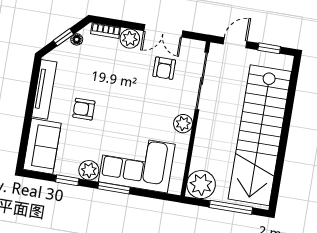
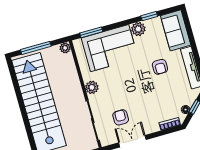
plant: (130, 39) -> (152, 126), removed
armchair: (84, 109) -> (160, 67), turned 90
plant: (201, 185) -> (65, 48), width x0.53, depth x0.53
window: (114, 188) -> (91, 32), moved

